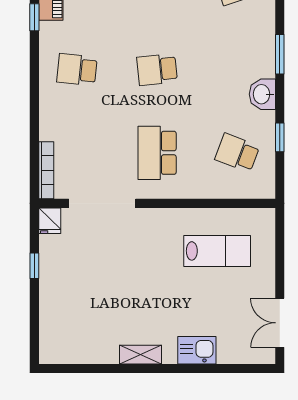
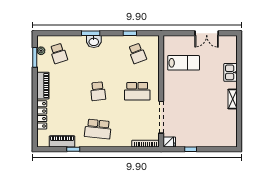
school desk: (77, 70) -> (98, 129), width x1.85
washbasin: (262, 94) -> (94, 42), moved
school desk: (237, 153) -> (137, 53), turned -42
lab bench: (217, 251) -> (184, 63), turned 90
double door: (280, 323) -> (207, 33), moved

